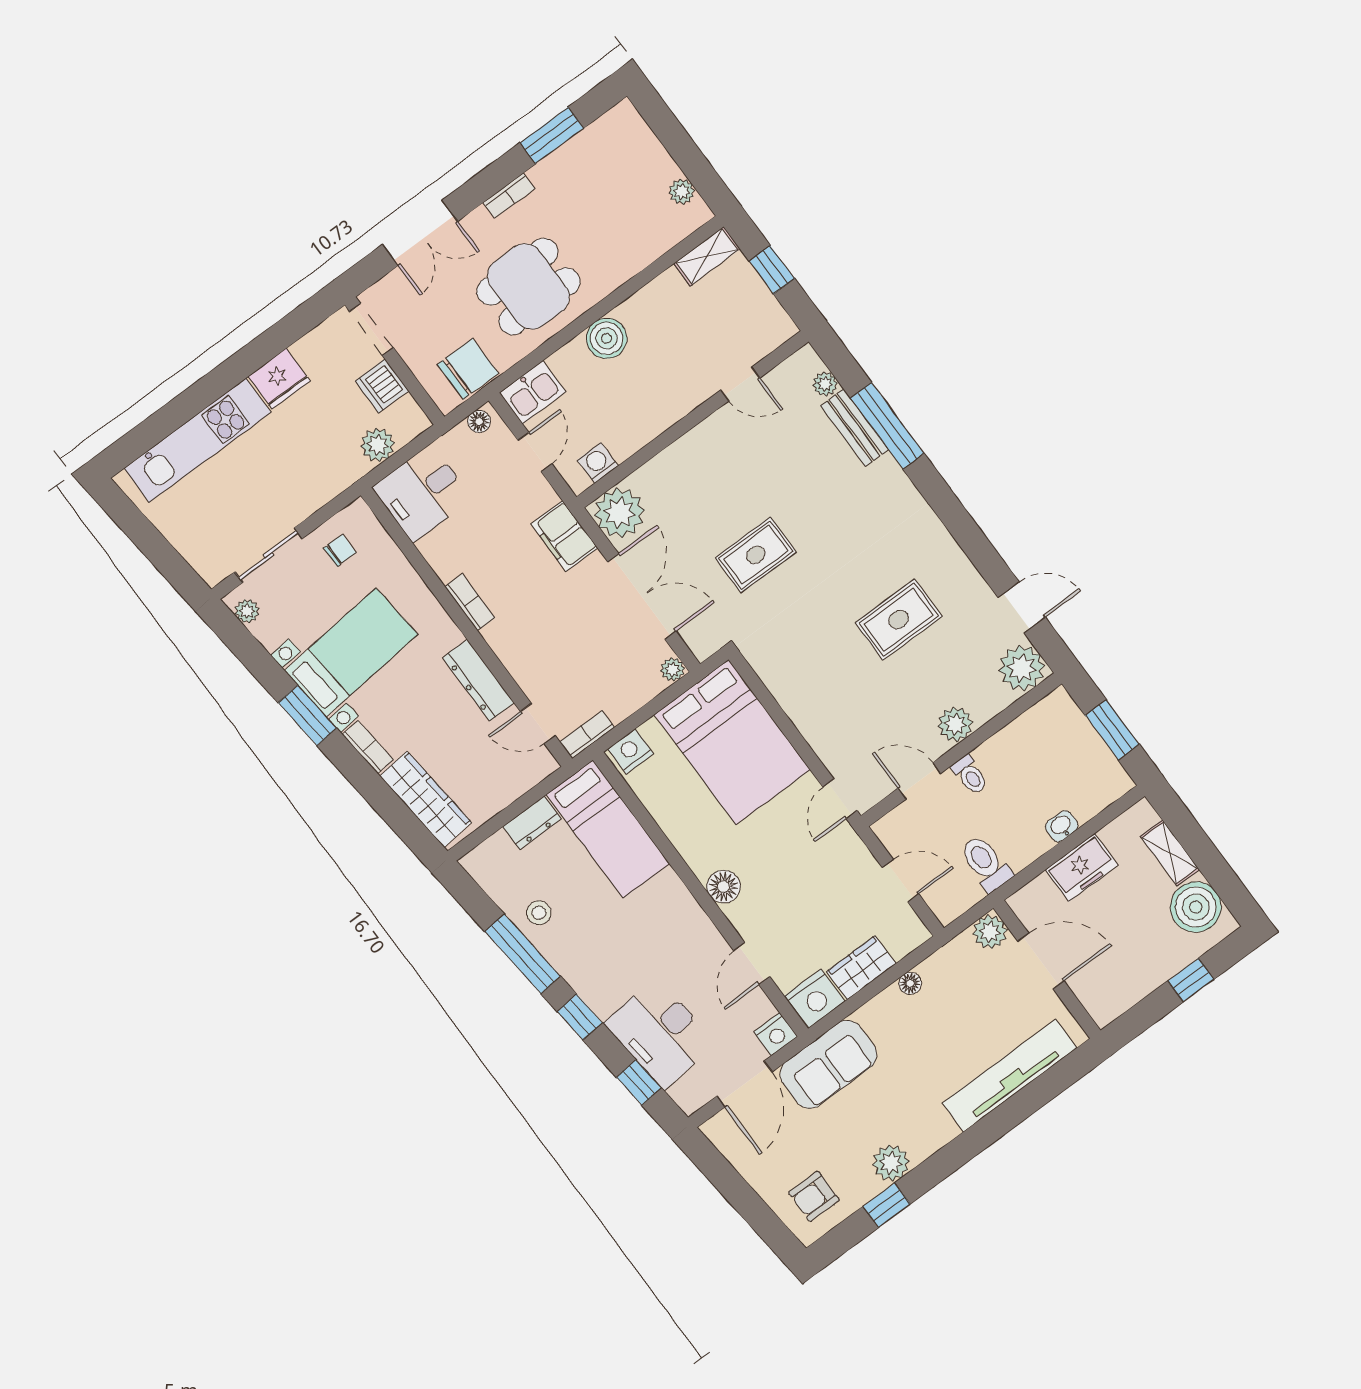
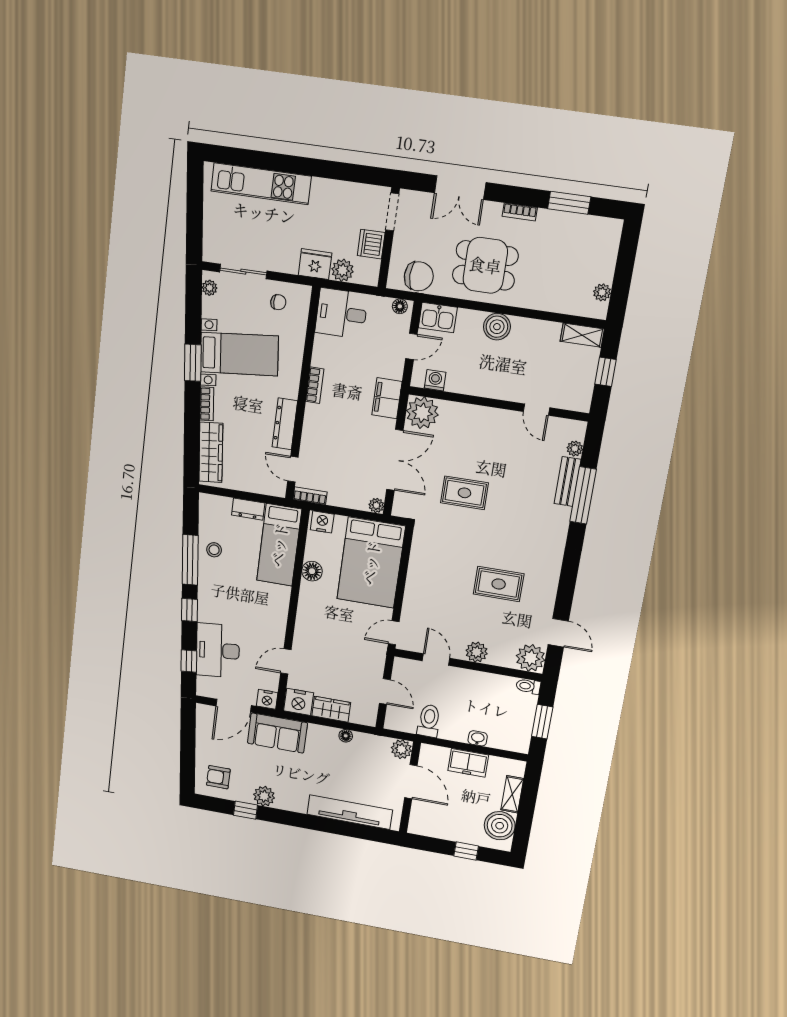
fridge: (279, 379) -> (315, 264), moved, turned 180
toilet: (970, 775) -> (528, 686), moved, turned 90
floor lamp: (724, 887) -> (312, 571), moved

